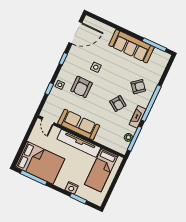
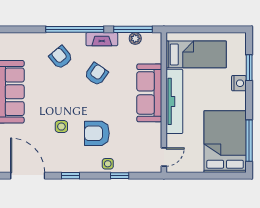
armchair: (82, 87) -> (97, 133), turned 180
sofa: (79, 125) -> (149, 93), moved

